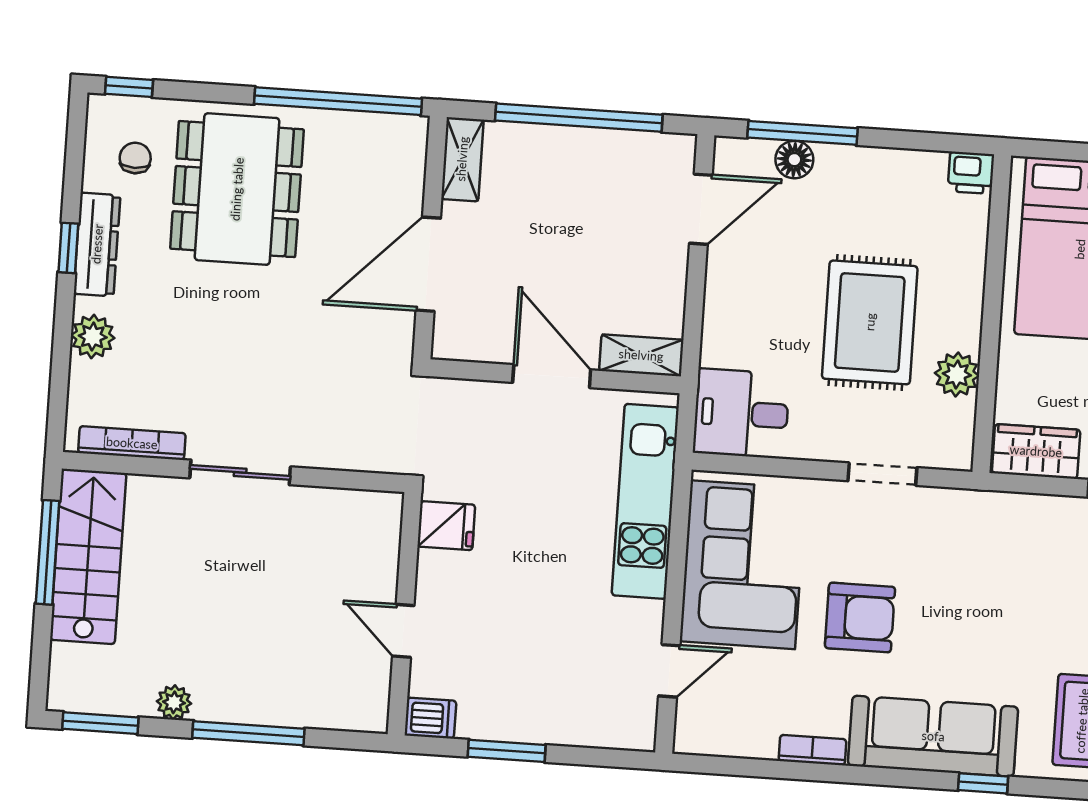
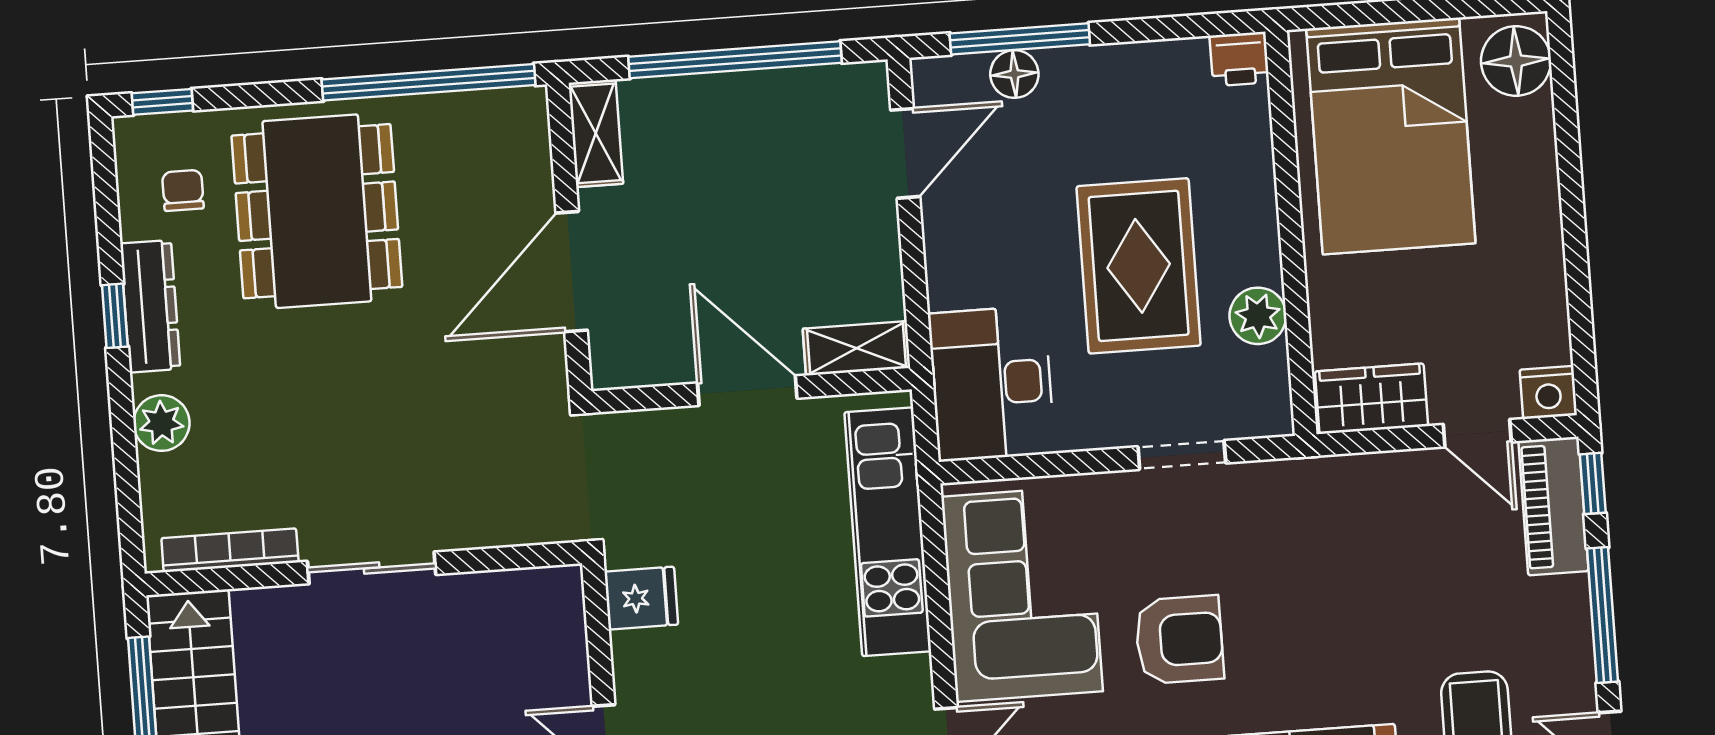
desk: (741, 413) -> (992, 383), width x1.37

